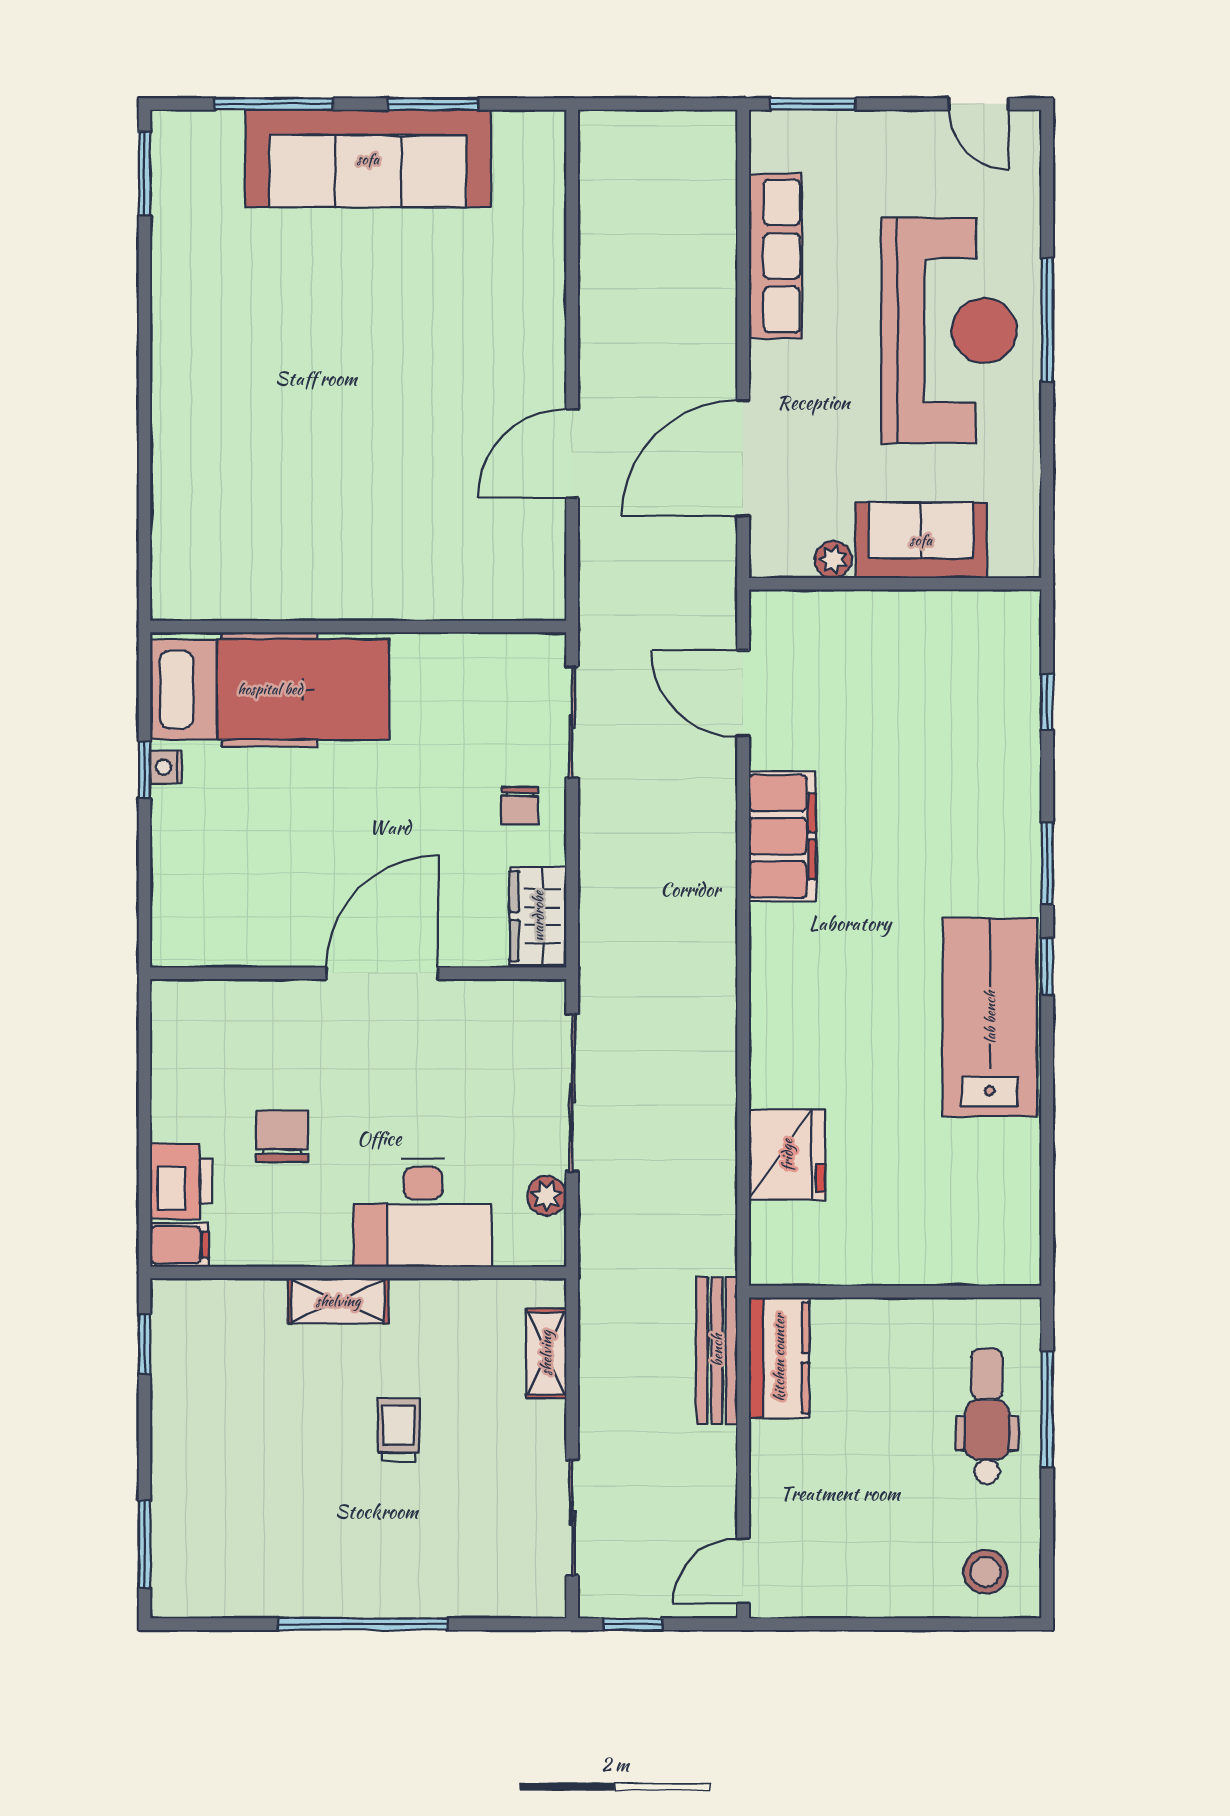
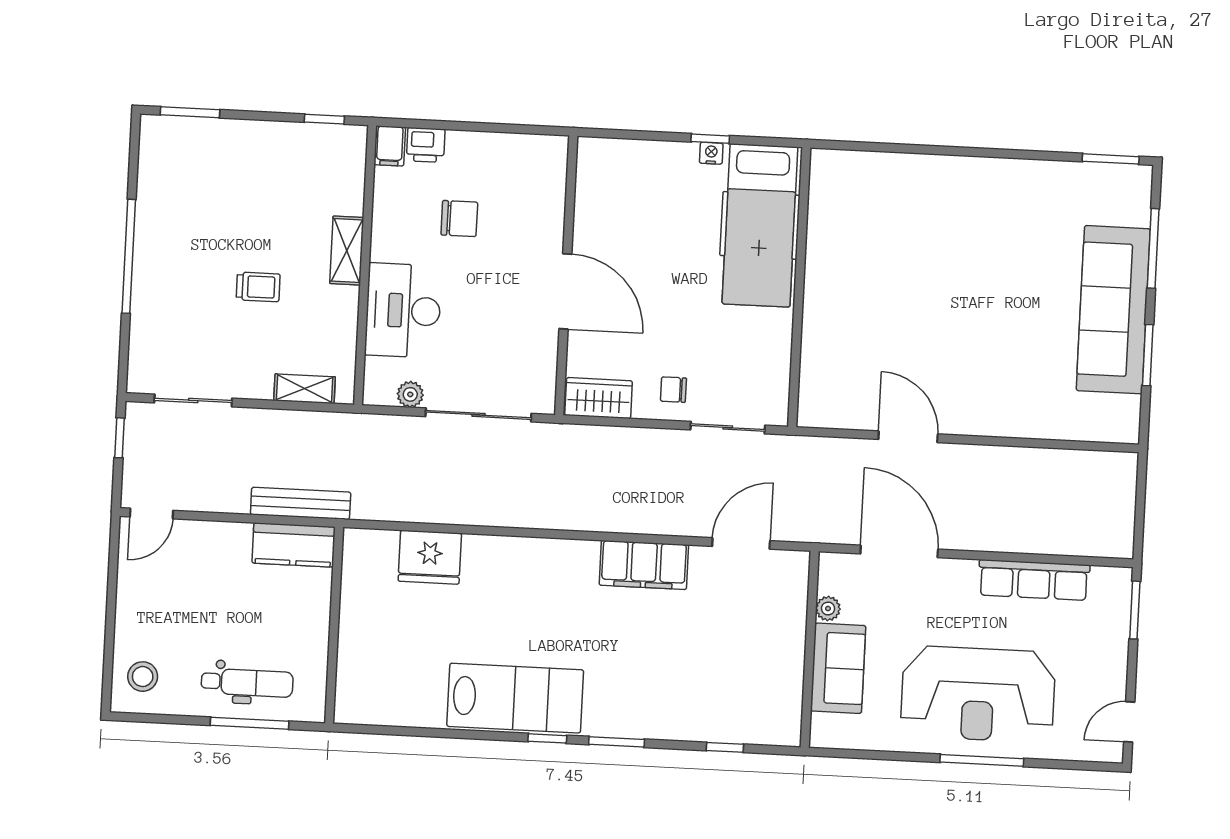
printer: (181, 1182) -> (426, 145), width x0.73, depth x0.81
door: (743, 1571) -> (151, 514), swing flipped

